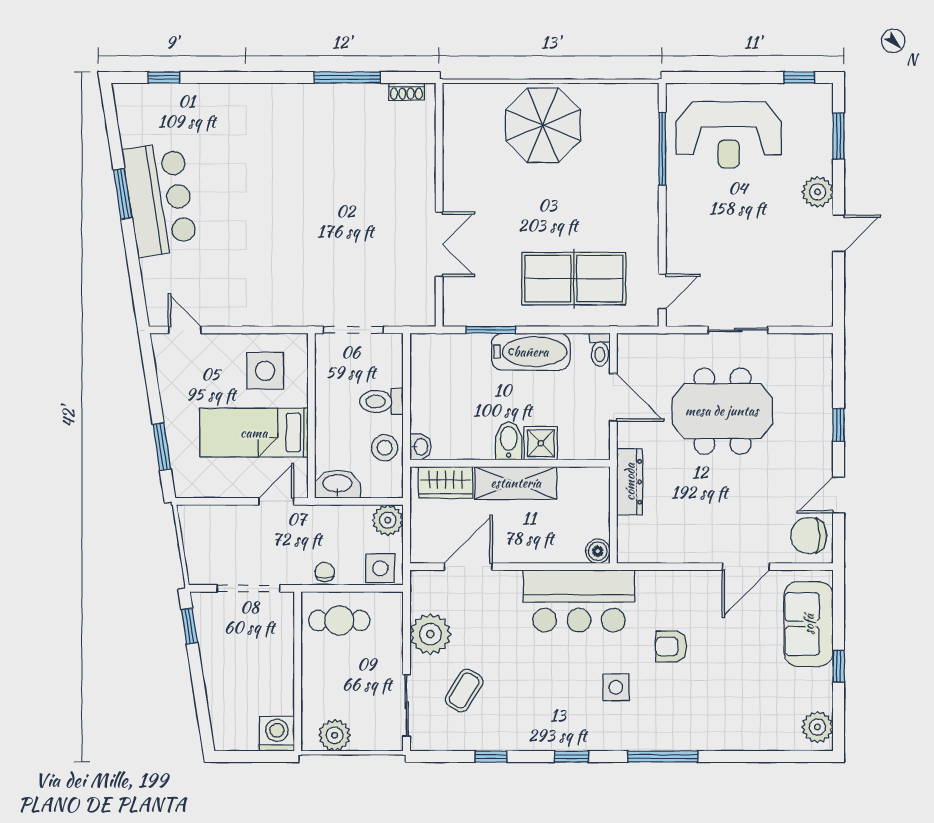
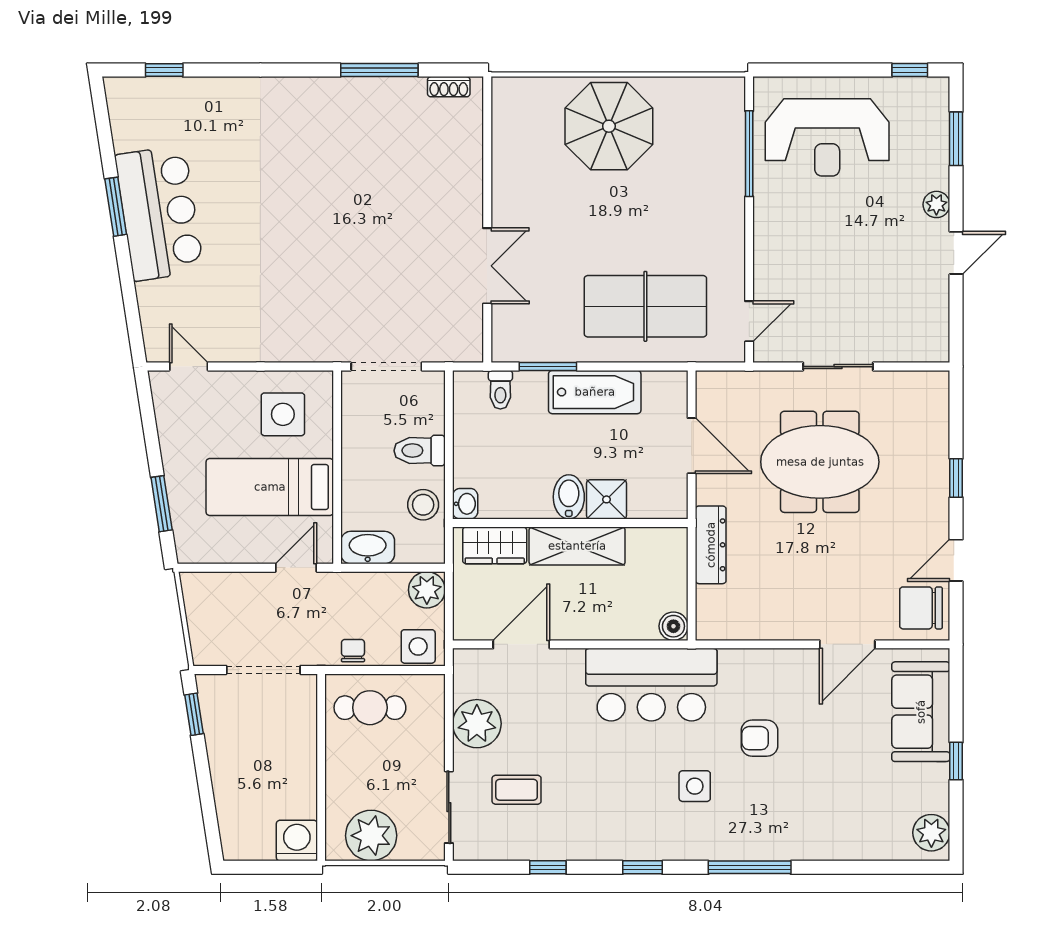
plant: (818, 192) -> (936, 204), width x0.73, depth x0.73
toilet: (600, 350) -> (500, 390), moved
coffee table: (464, 690) -> (517, 790), turned 58
plant: (335, 735) -> (371, 836), width x1.36, depth x1.36

